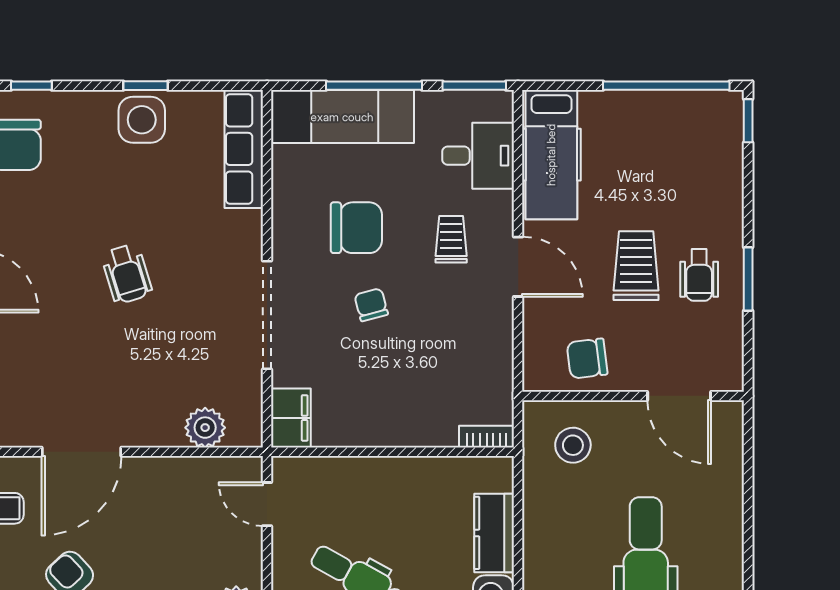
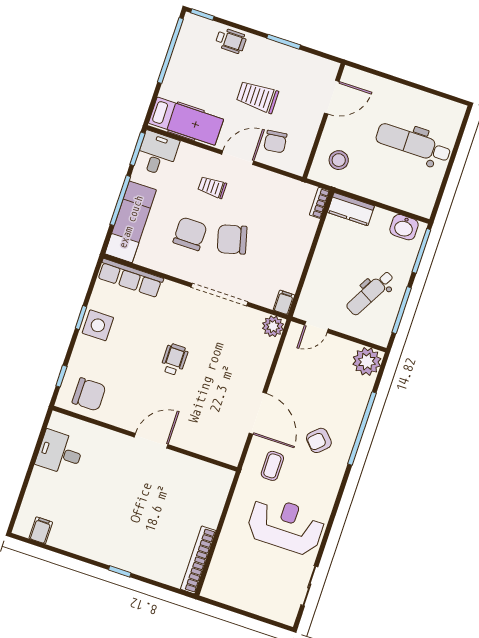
desk: (478, 156) -> (157, 153), moved
wheelchair: (127, 274) -> (174, 359), turned -73
wheelchair: (699, 275) -> (231, 41), moved
chair: (371, 305) -> (232, 239), width x1.87, depth x1.87
chair: (587, 359) -> (275, 142), moved
filing cabinet: (291, 418) -> (284, 303), width x0.50
plant: (205, 428) -> (273, 326), moved
kitchen counter: (494, 533) -> (351, 209), moved

